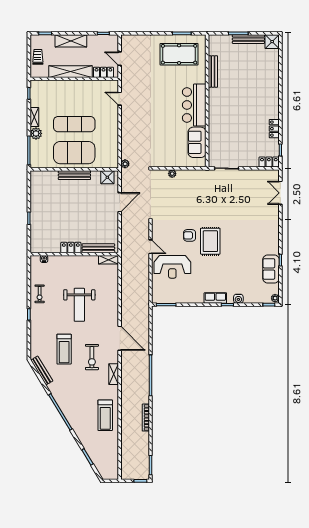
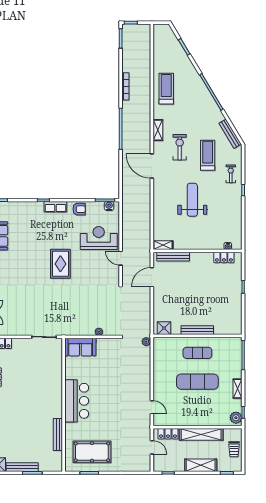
plant: (36, 133) -> (236, 418), moved
sofa: (197, 142) -> (80, 347), moved, turned 90
exercise mat: (74, 153) -> (197, 353), width x0.50, depth x0.69
door: (120, 202) -> (152, 277), moved
armchair: (190, 235) -> (79, 209), moved
locker: (71, 247) -> (224, 257), moved
exercise bike: (40, 294) -> (231, 174), moved
water cooler: (238, 299) -> (109, 206), moved

